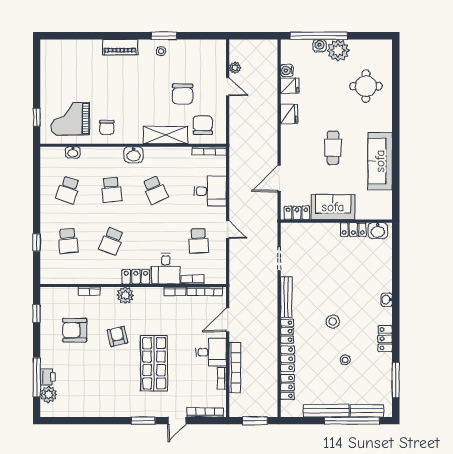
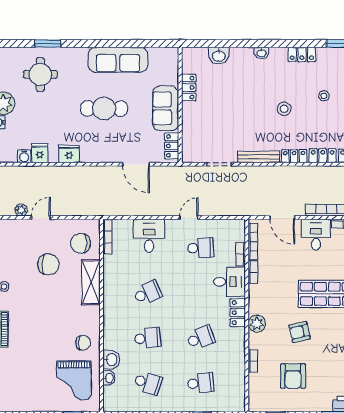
window: (396, 93) -> (48, 43), added
cafe table: (333, 148) -> (104, 109), width x1.37, depth x1.35
washbasin: (133, 155) -> (111, 360), moved
washbasin: (378, 231) -> (219, 56), moved, turned 90
school desk: (112, 241) -> (201, 338), turned -42

